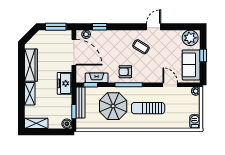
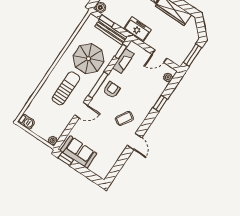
window: (100, 27) -> (160, 103), moved
plant: (190, 38) -> (103, 167), removed
door: (74, 52) -> (159, 56), width x0.53
window: (203, 55) -> (66, 159), moved
door: (170, 85) -> (81, 110), moved

